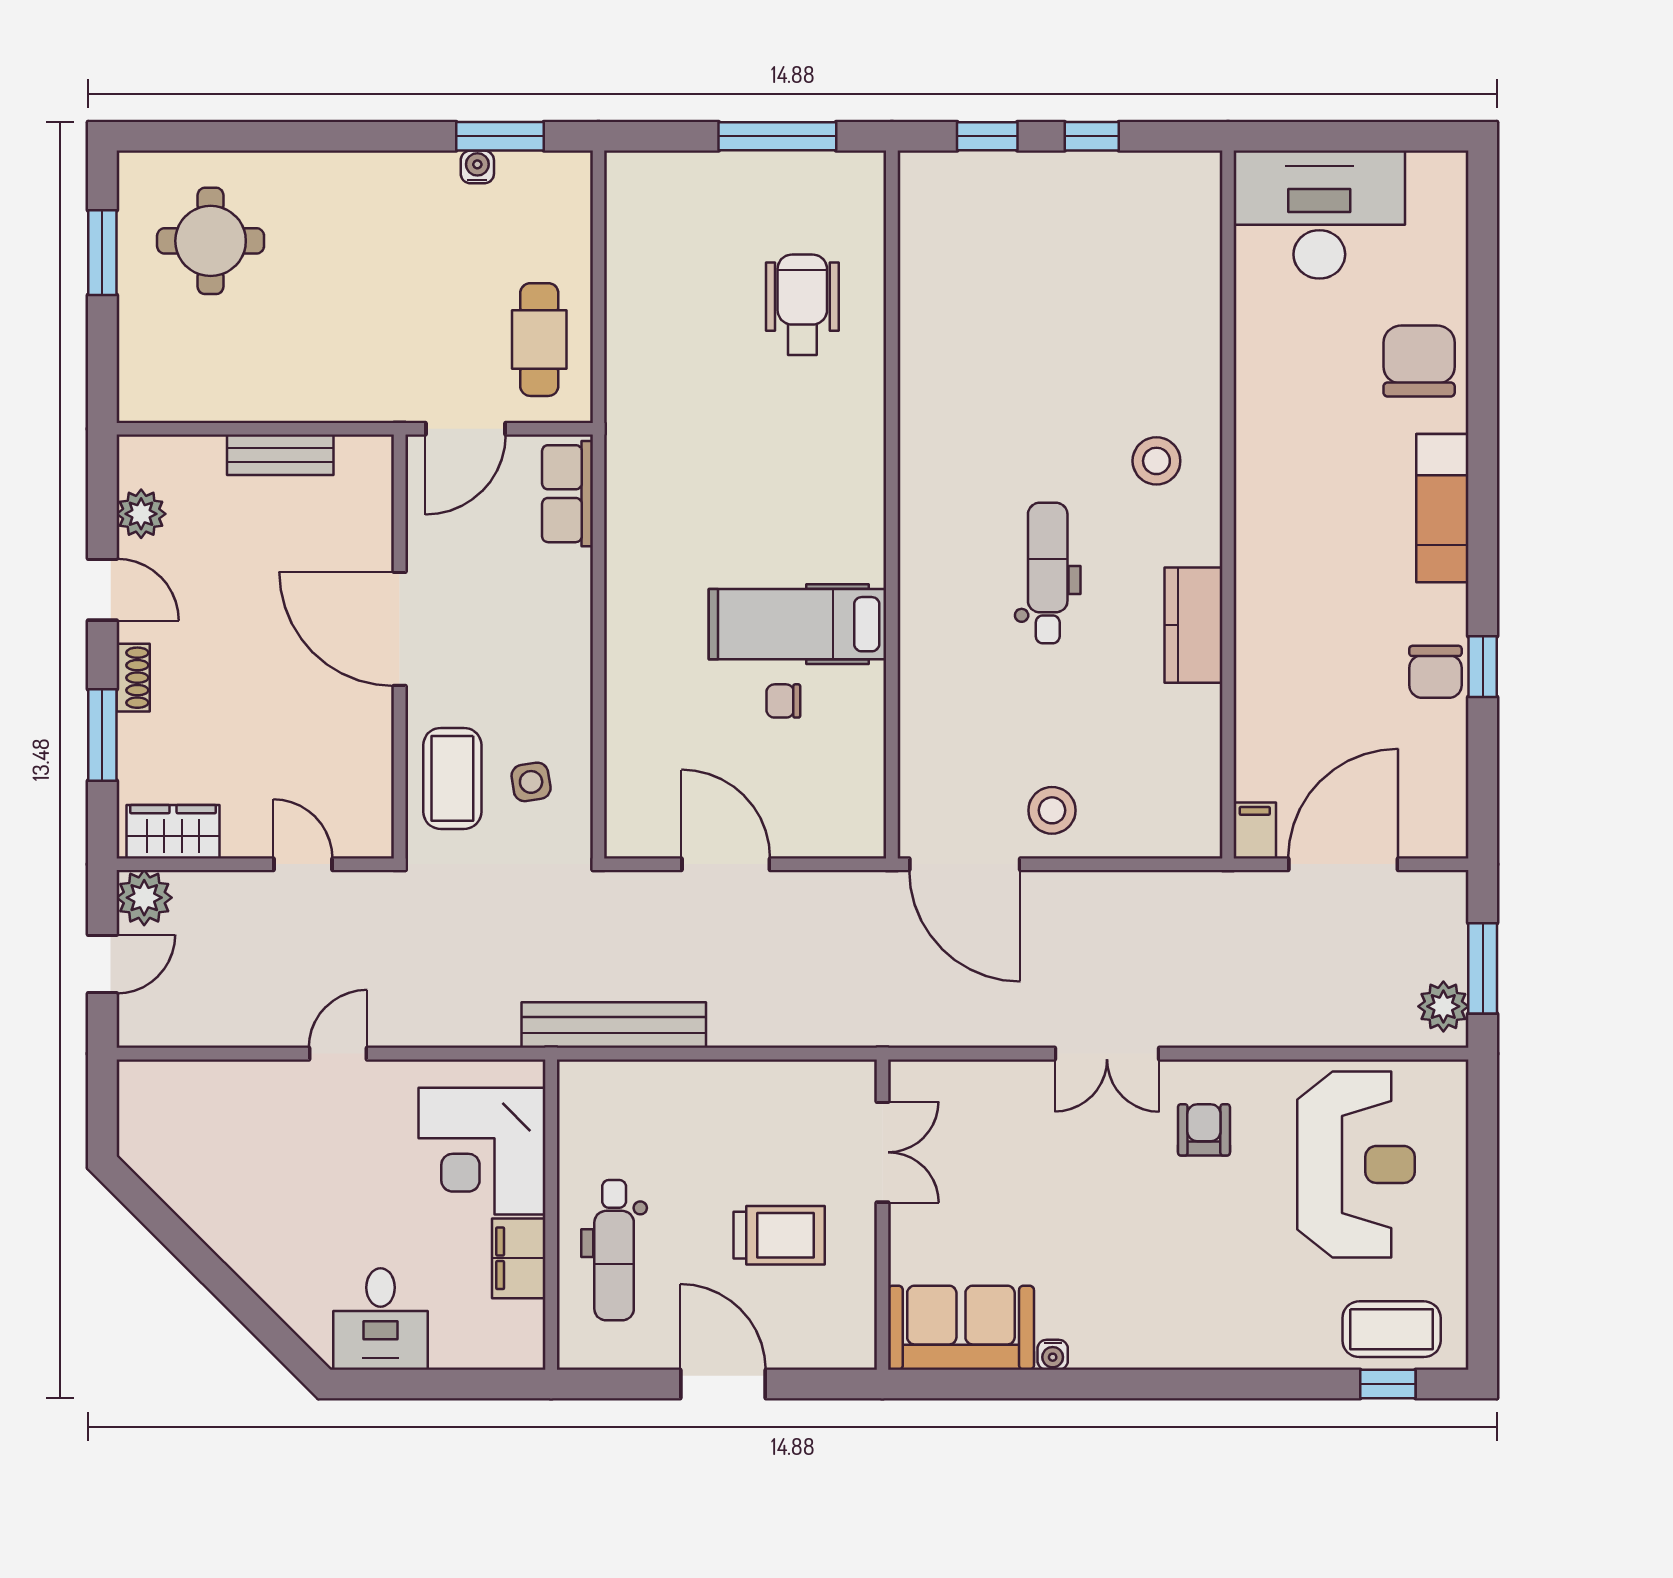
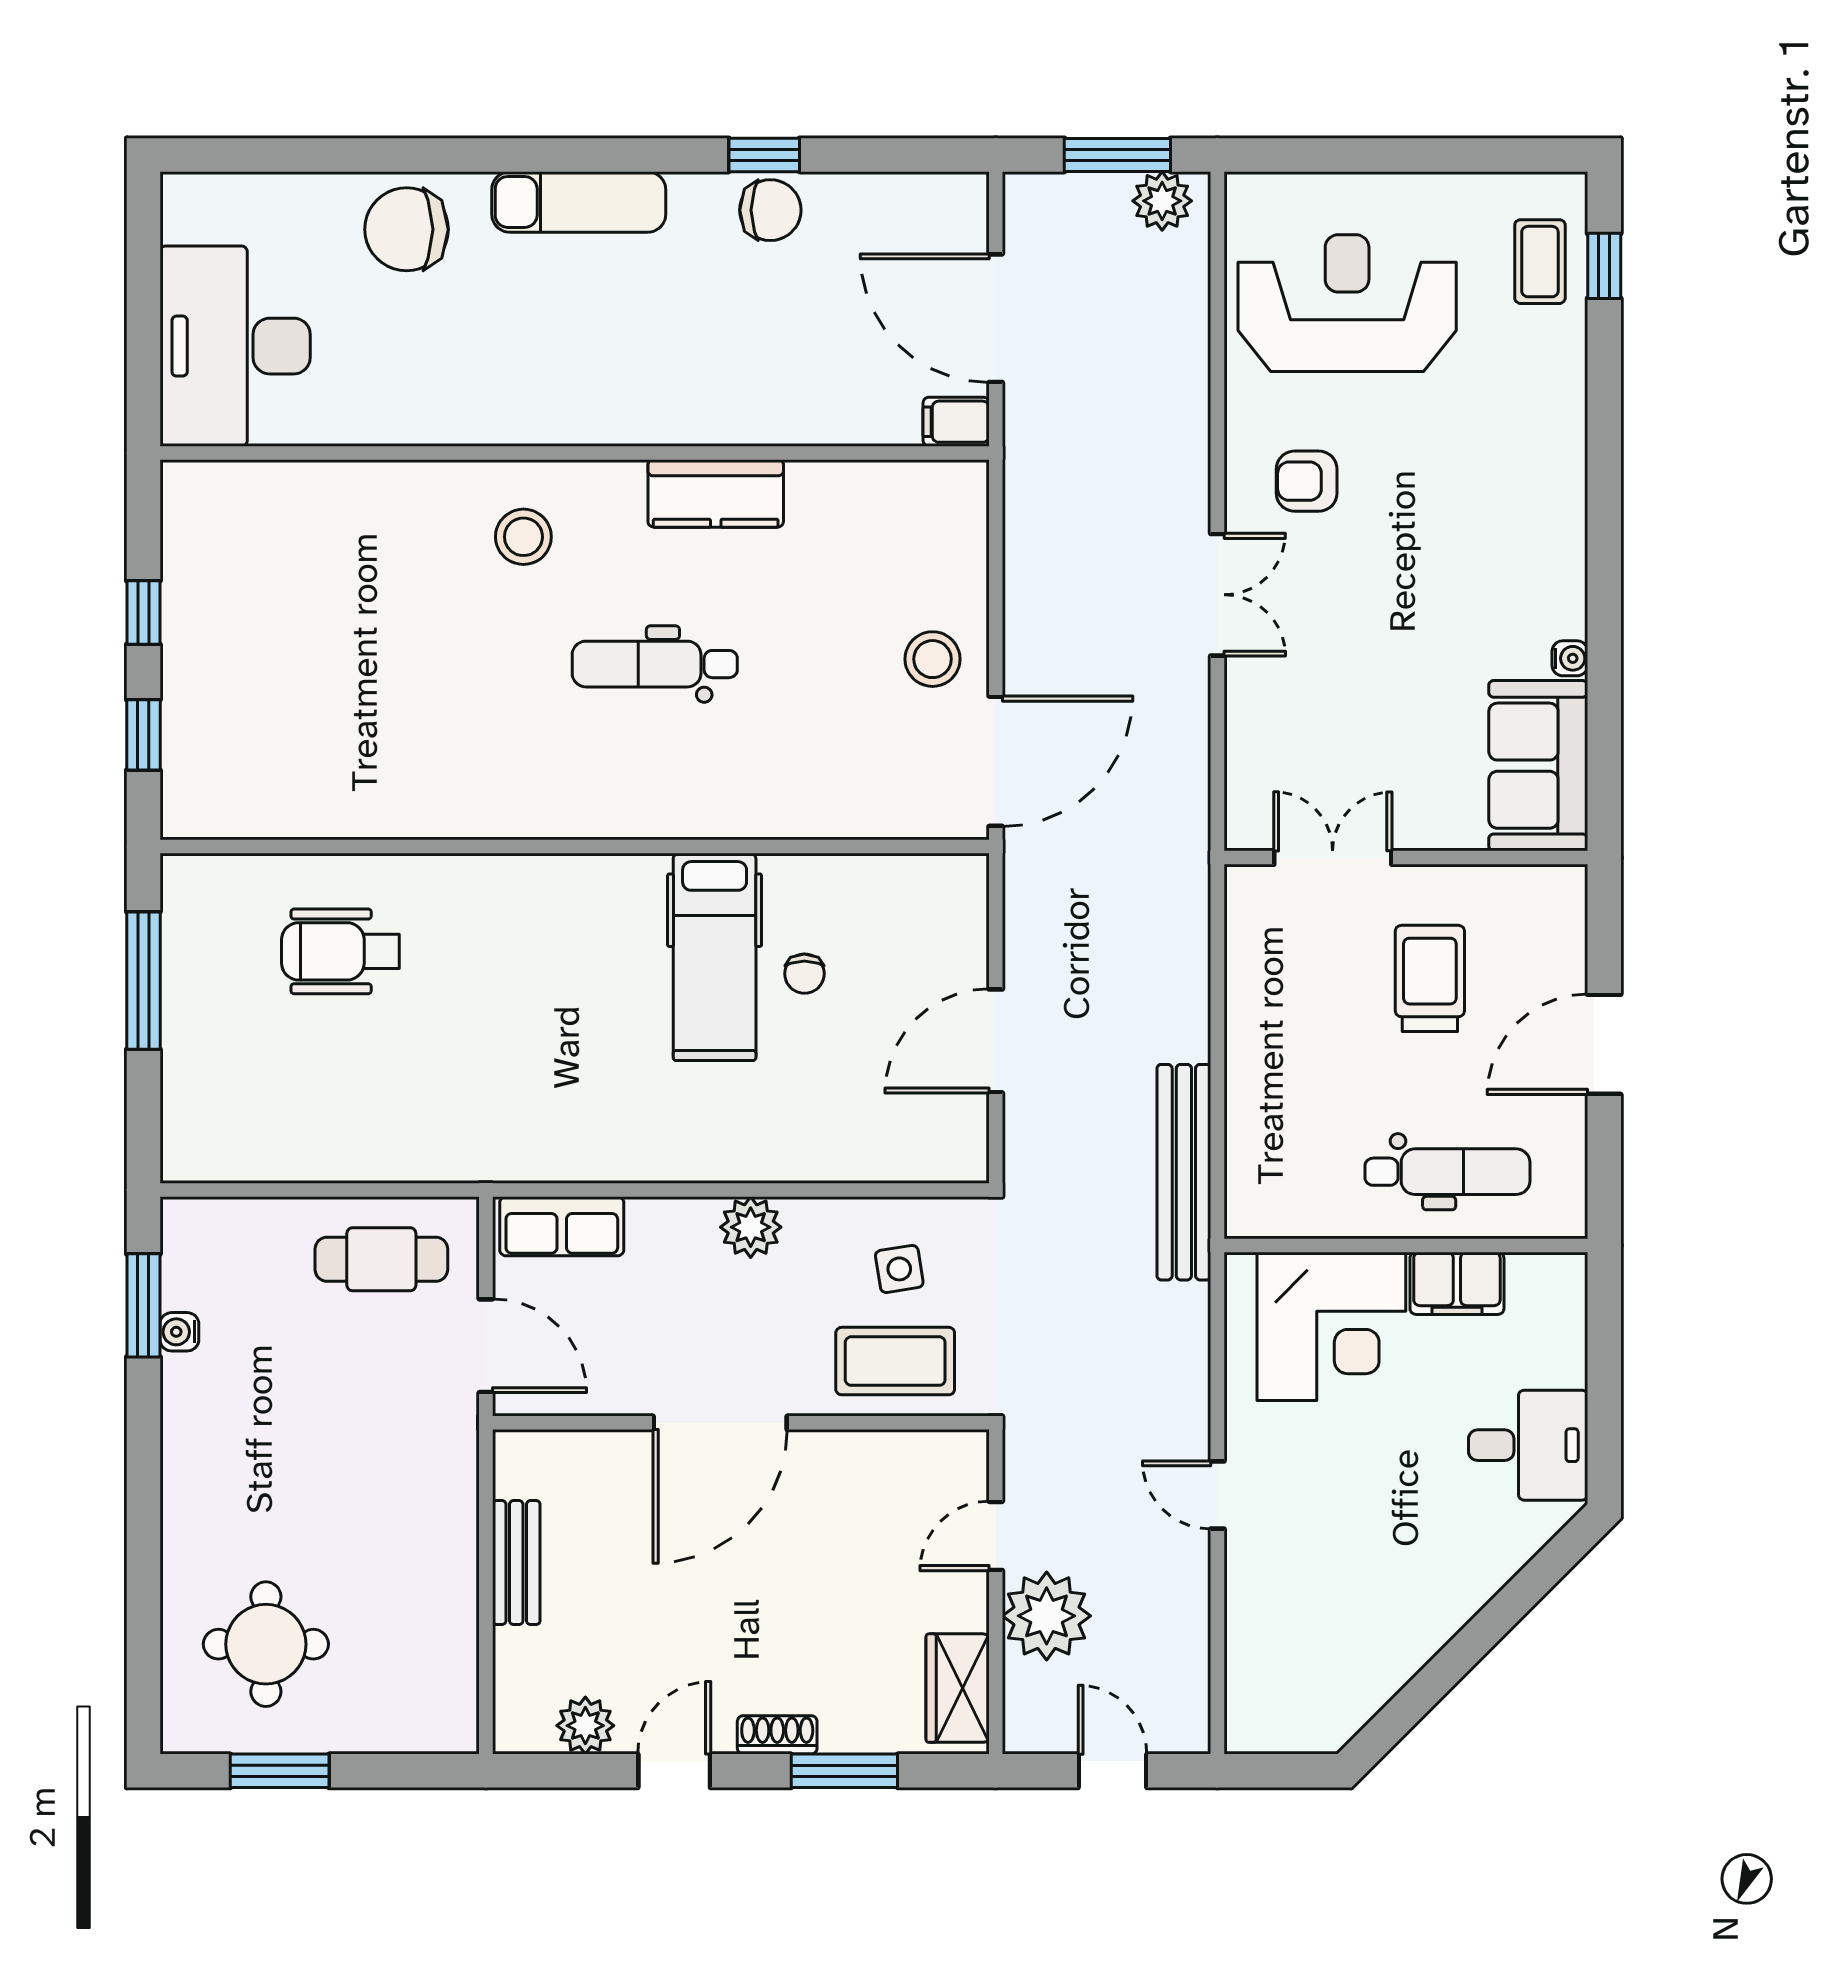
plant: (567, 655) -> (751, 1227), added
plant: (144, 898) -> (1047, 1616), moved, width x1.36, depth x1.36
coffee table: (1392, 1329) -> (1540, 262), width x0.73, depth x0.77

